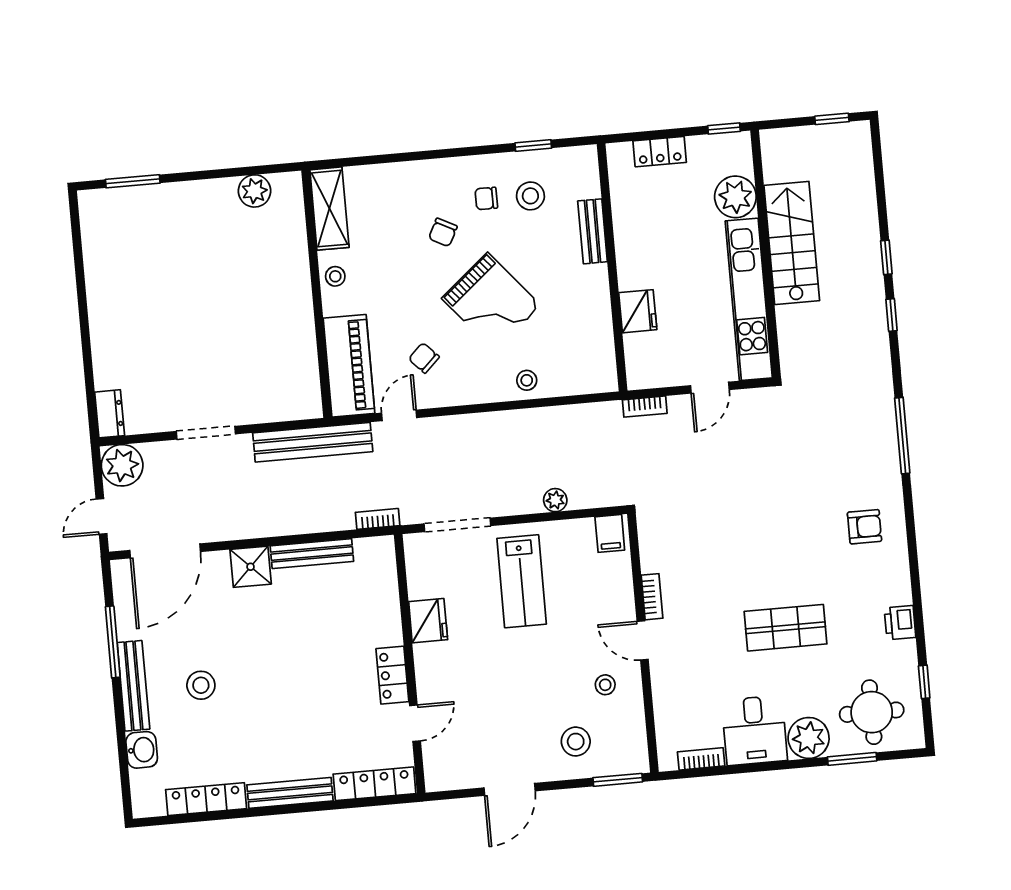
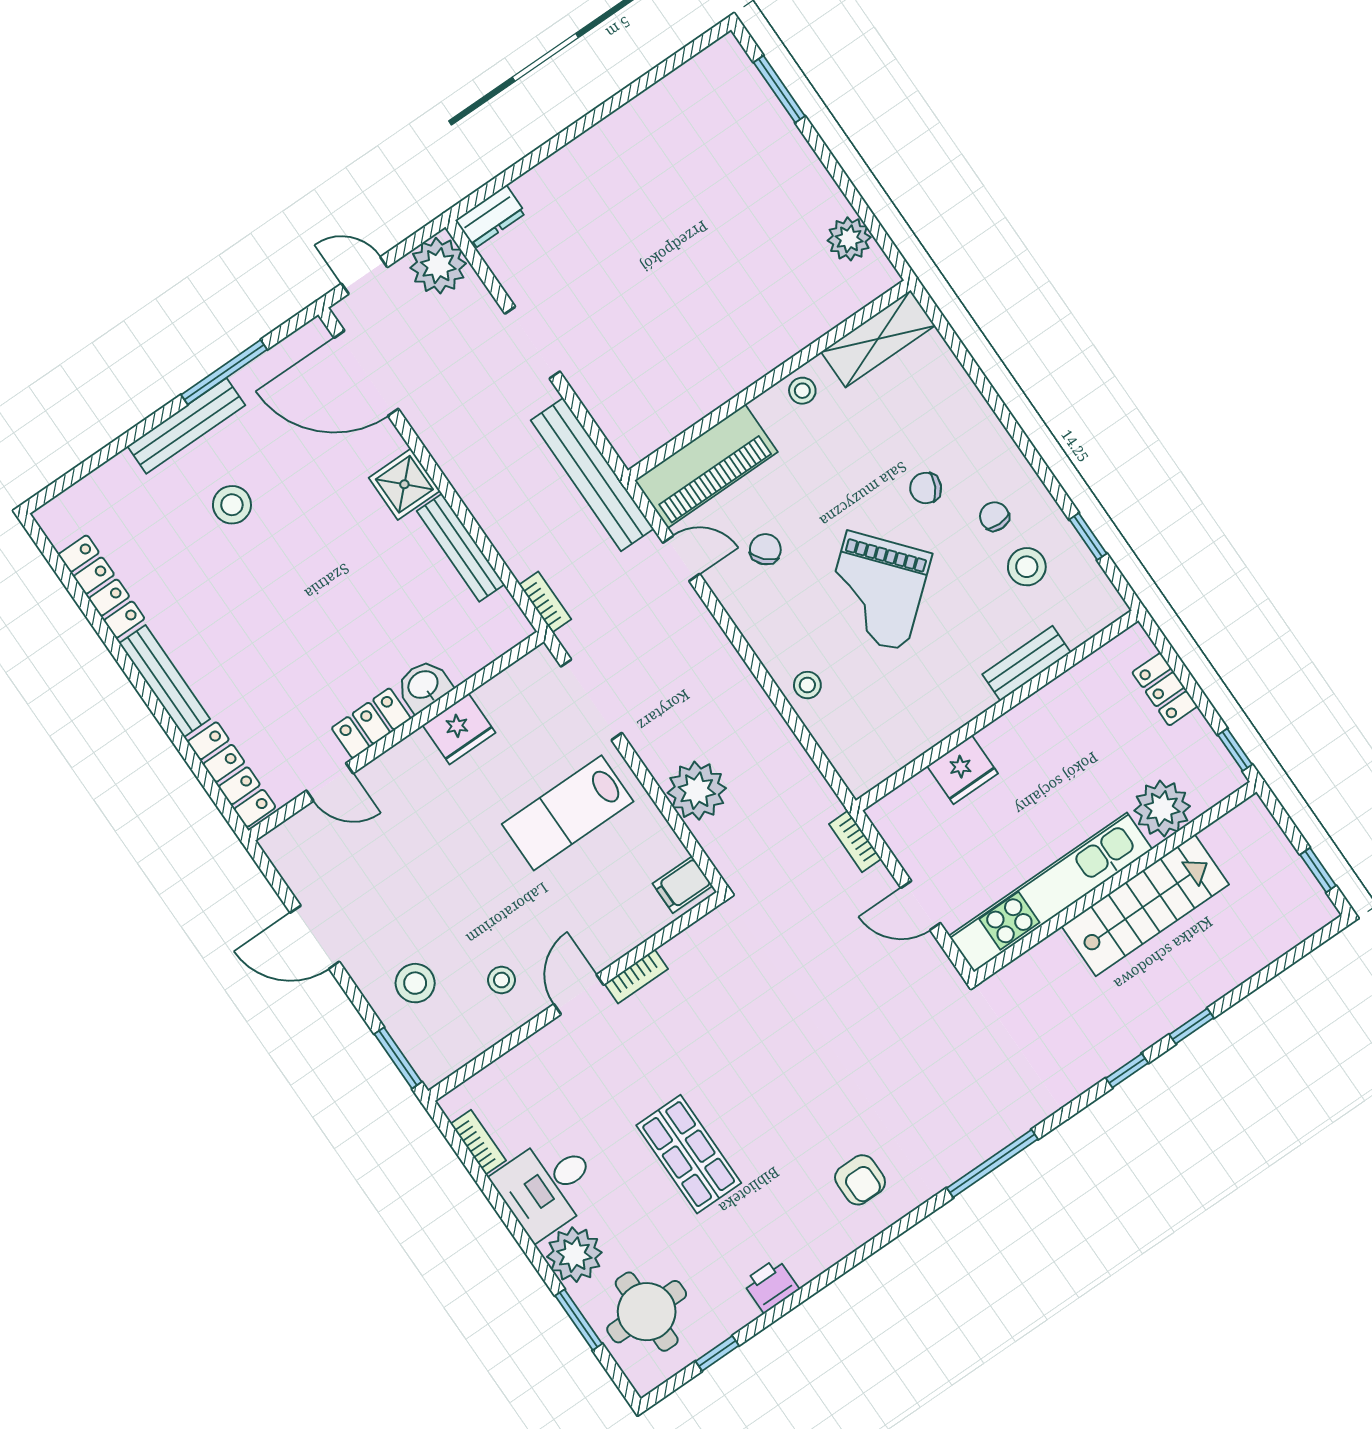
plant: (555, 500) -> (697, 791), width x1.88, depth x1.88
washbasin: (142, 750) -> (424, 686), moved, turned 180

